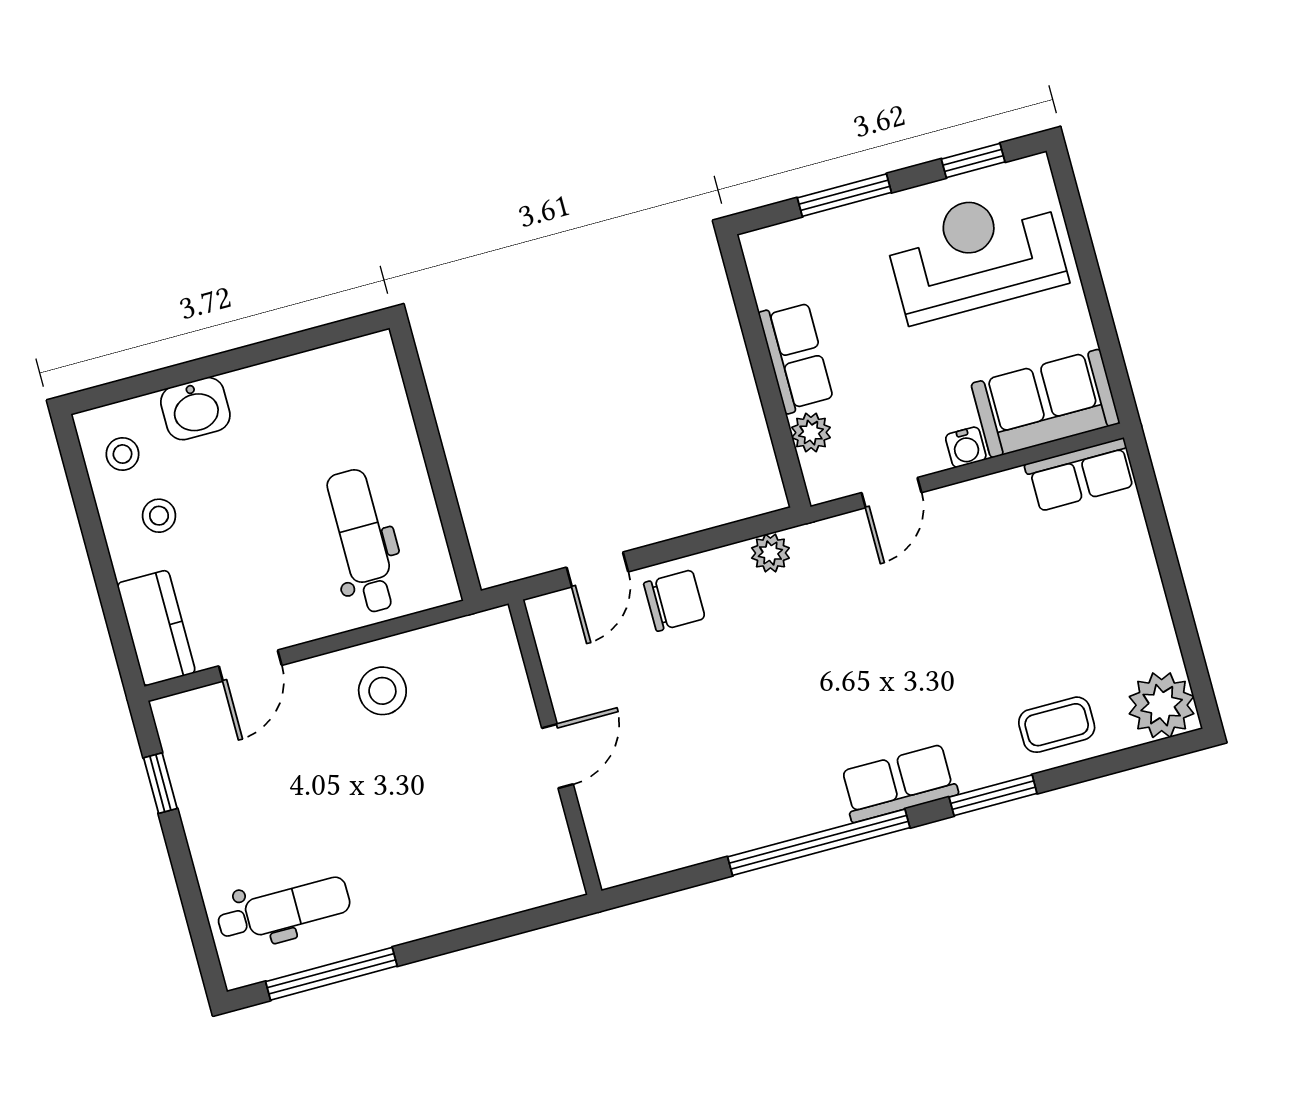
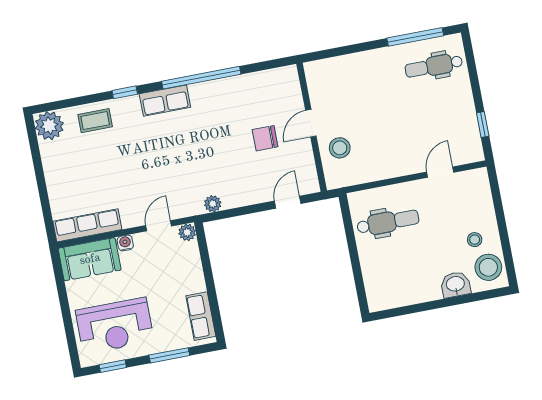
row of seats: (796, 357) -> (201, 316), moved
plant: (811, 433) -> (187, 232), moved
stool: (122, 454) -> (488, 267), width x1.89, depth x1.89
row of seats: (1080, 475) -> (87, 225), width x1.48
dental chair: (362, 541) -> (388, 222), turned -90
chair: (674, 601) -> (265, 138), moved
kitchen counter: (156, 628) -> (479, 191), removed
stool: (382, 691) -> (340, 148), moved
window: (993, 795) -> (125, 92), width x0.67

